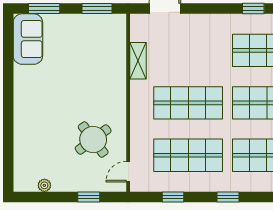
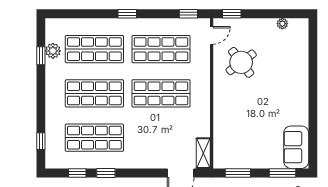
shelving: (138, 61) -> (203, 153), moved
window: (89, 197) -> (232, 14), moved
window: (173, 197) -> (188, 14), moved

